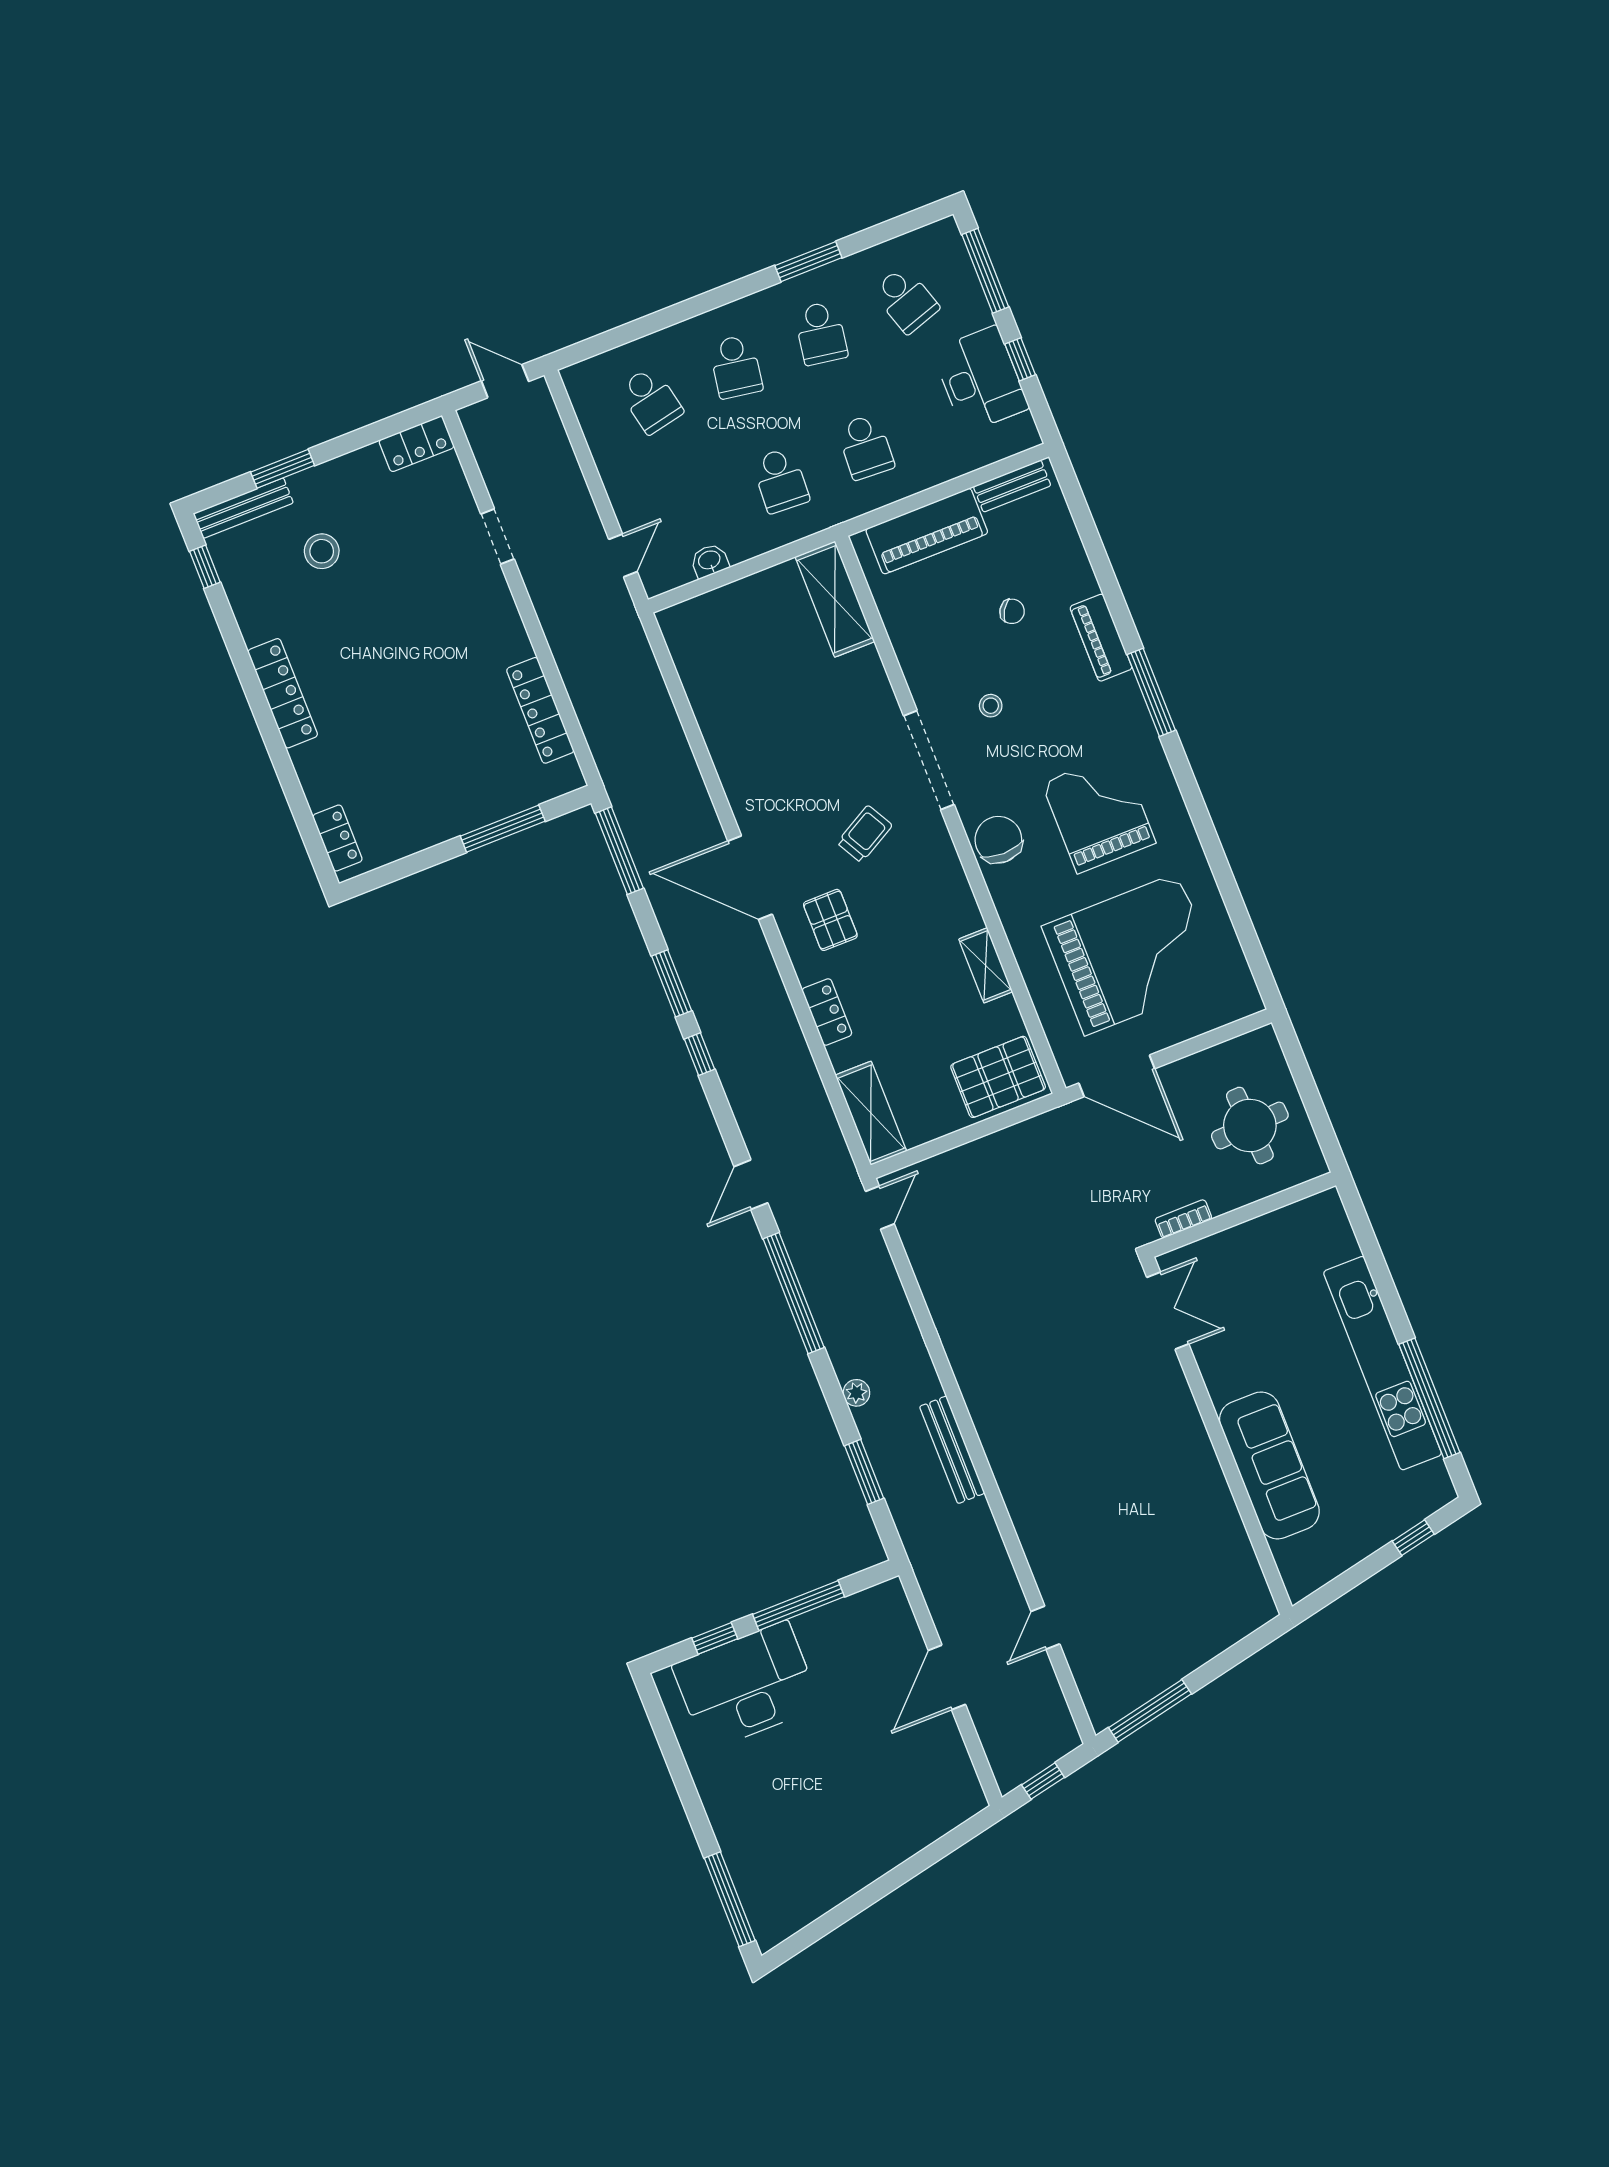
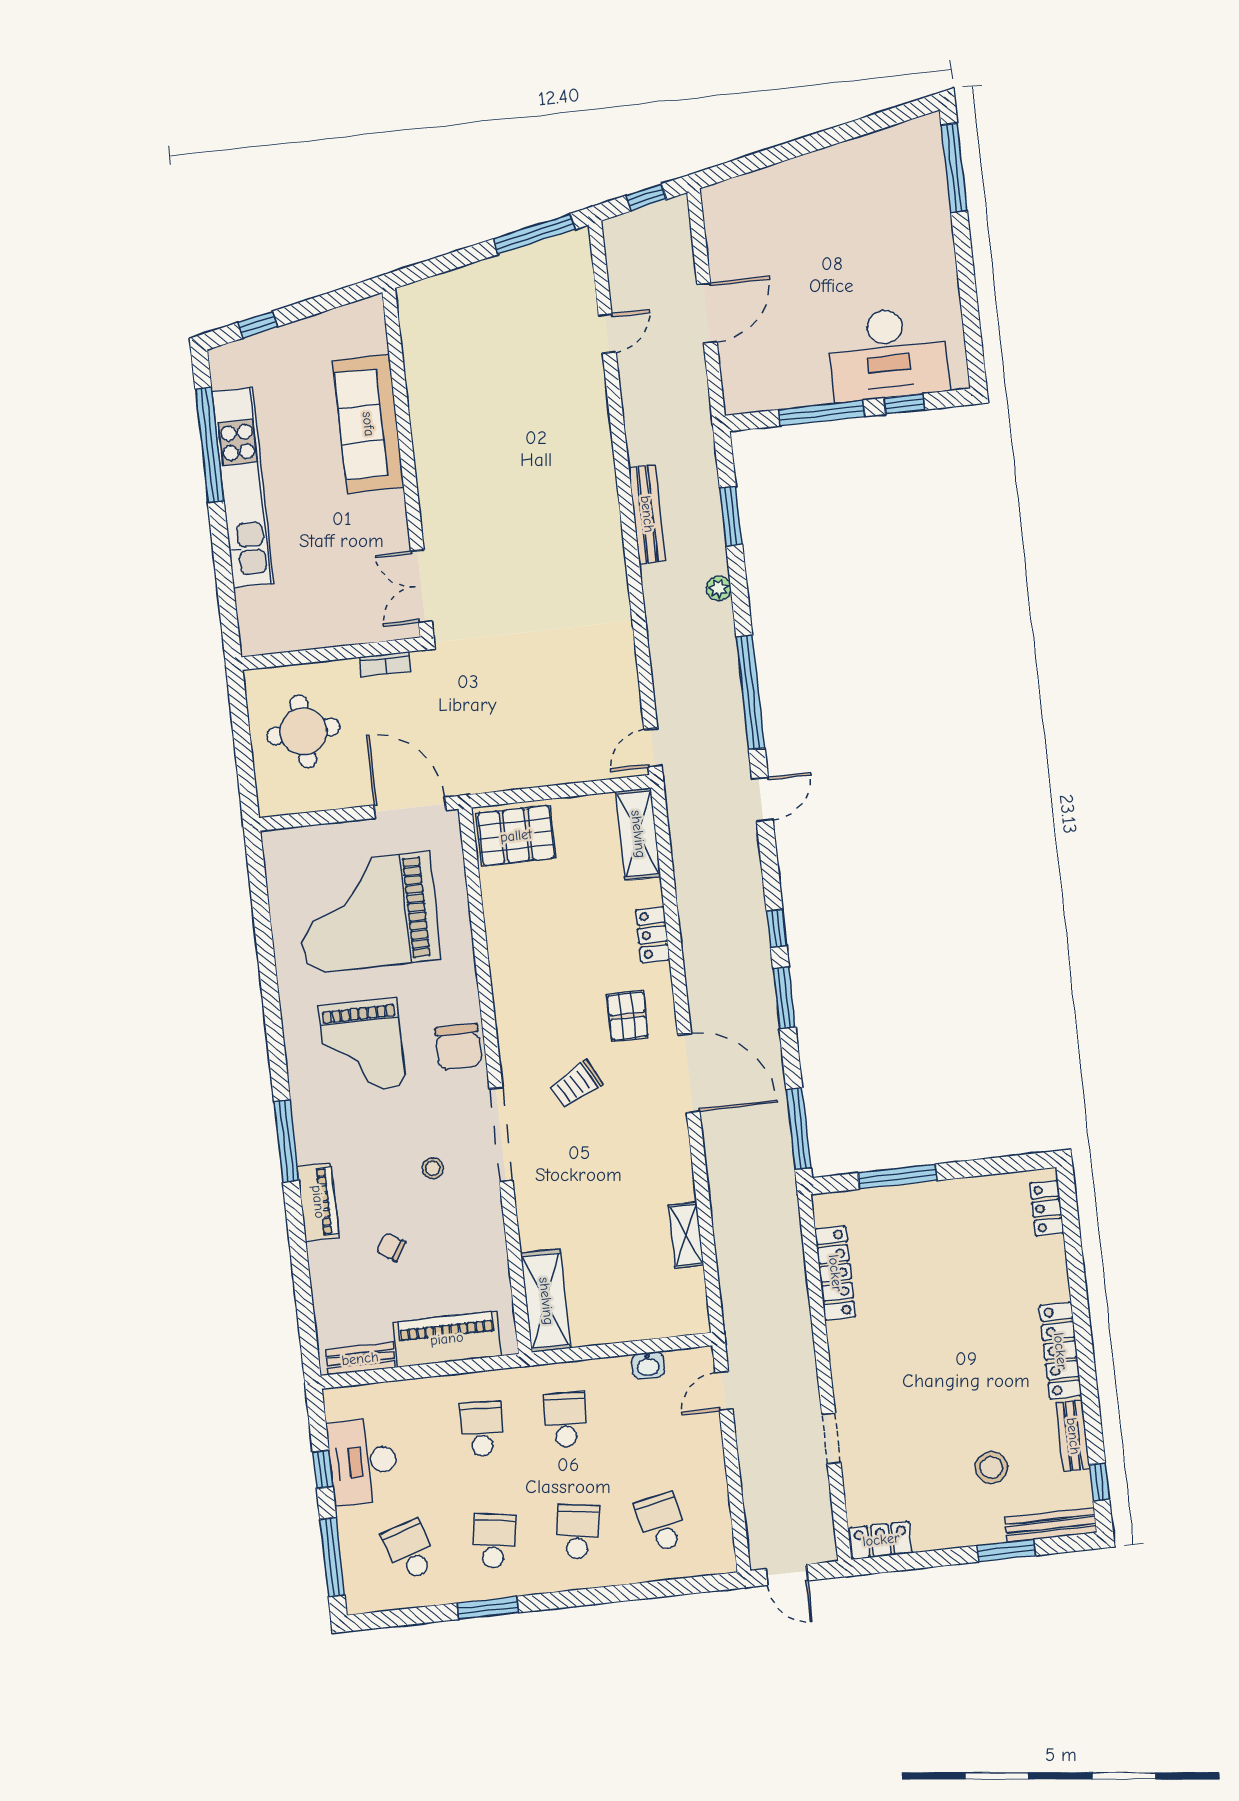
bench: (246, 608) -> (1073, 1436), added
shelving: (986, 965) -> (686, 1235), moved

